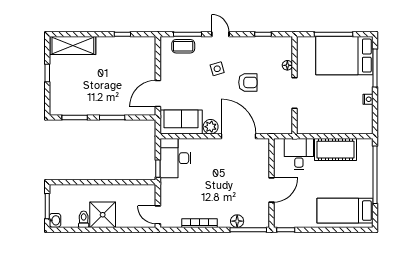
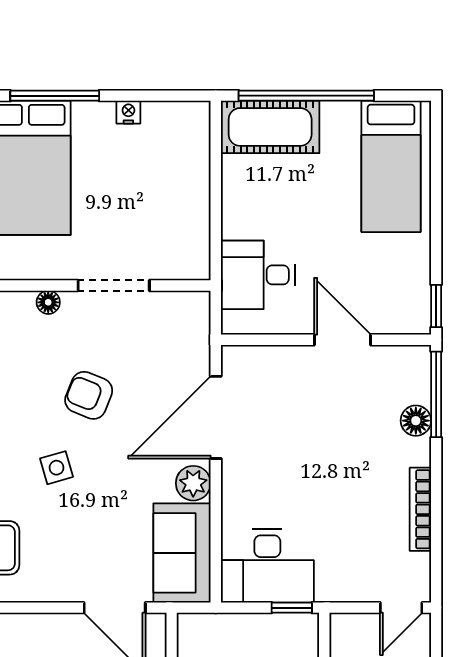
armchair: (248, 82) -> (89, 395), turned -68
cot: (336, 150) -> (270, 127), moved, turned 90

